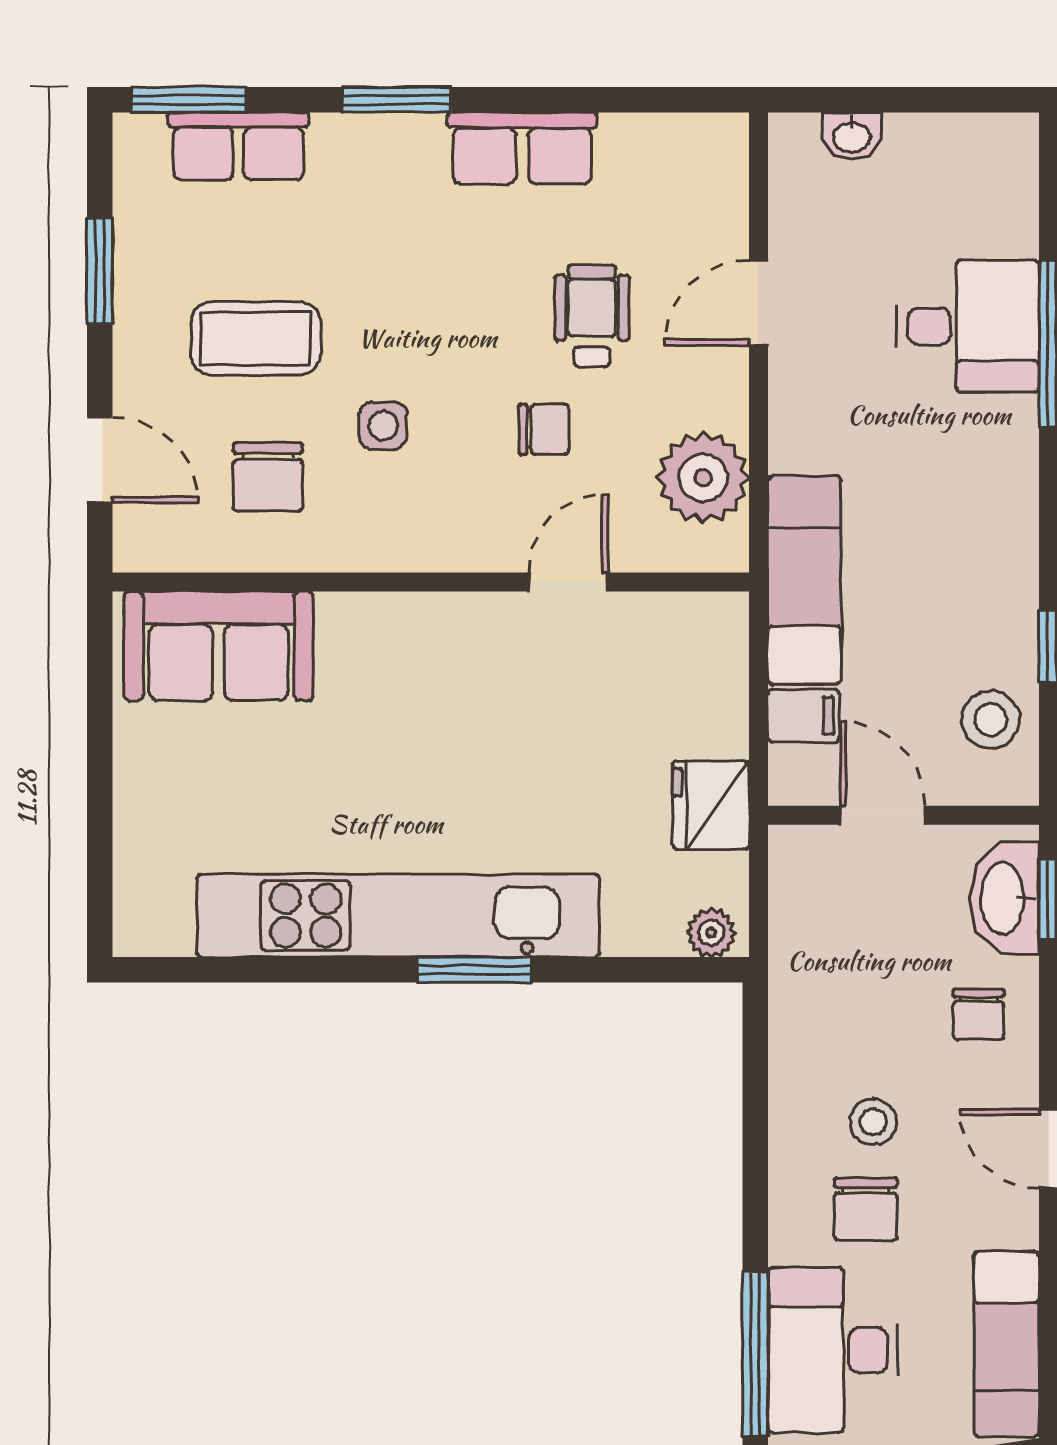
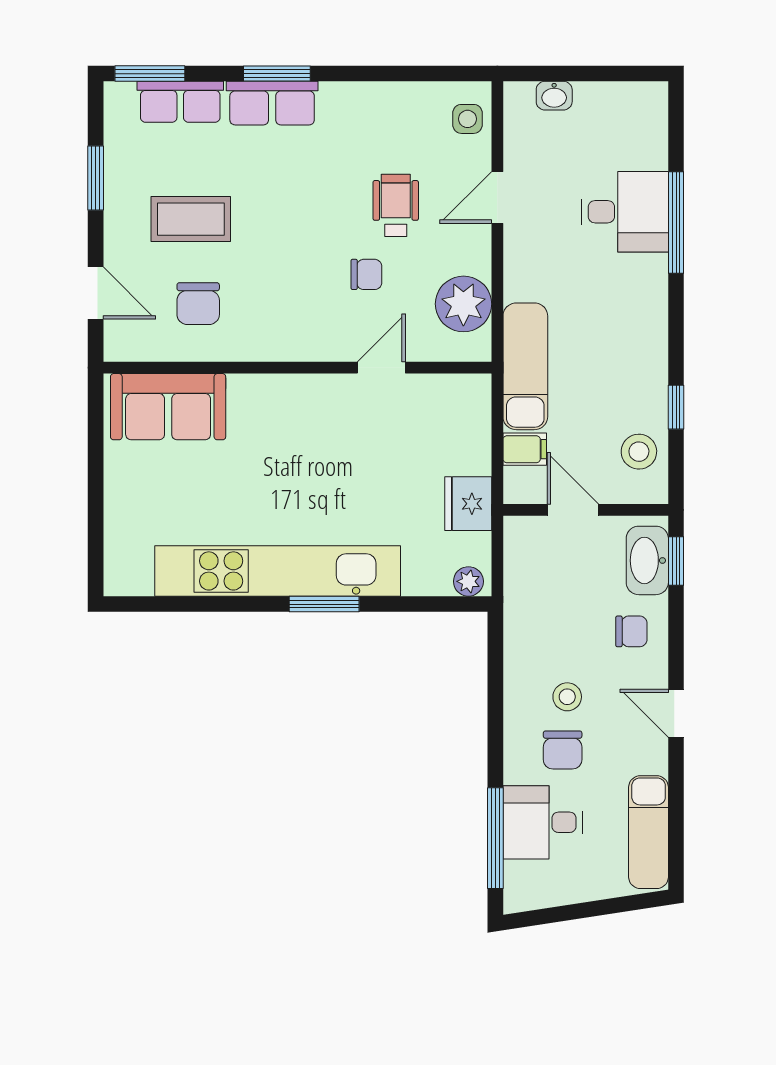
row of seats: (522, 148) -> (272, 103), moved
side table: (383, 426) -> (467, 119), moved
chair: (978, 1015) -> (631, 631), turned -90
desk: (833, 1350) -> (543, 822), width x0.73

